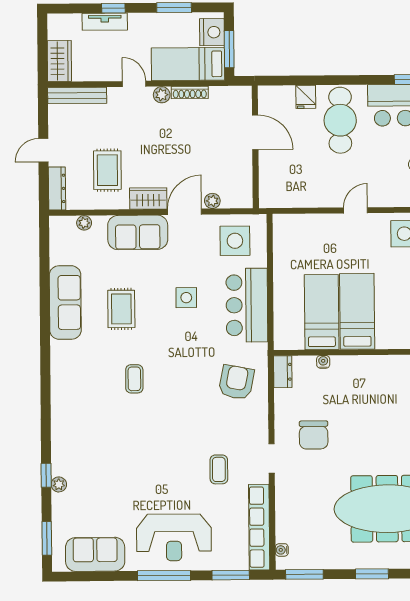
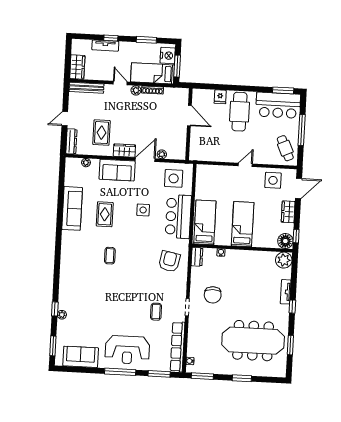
bed: (322, 312) -> (205, 222), moved

